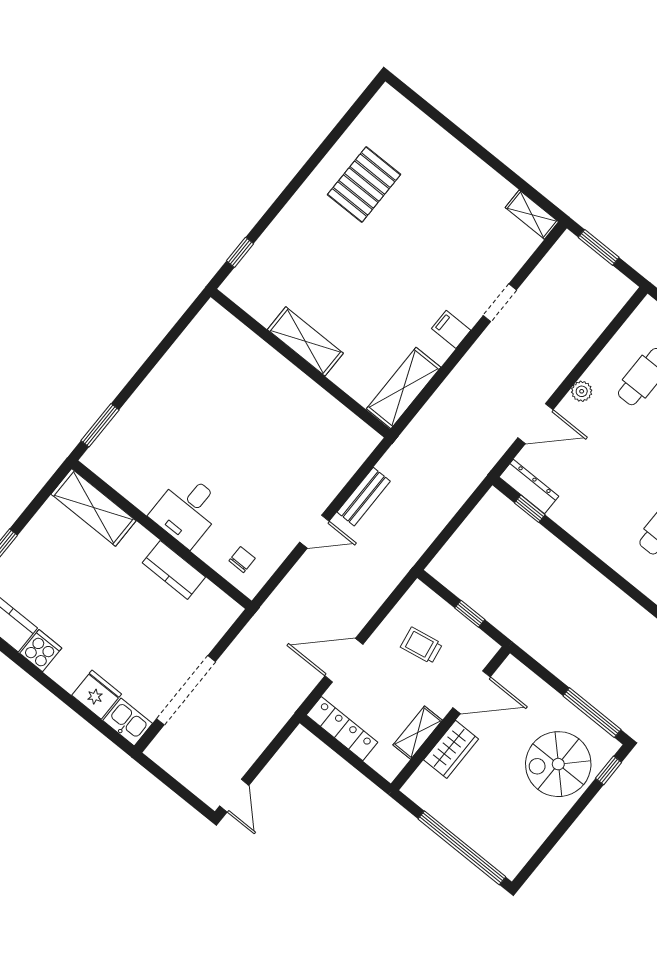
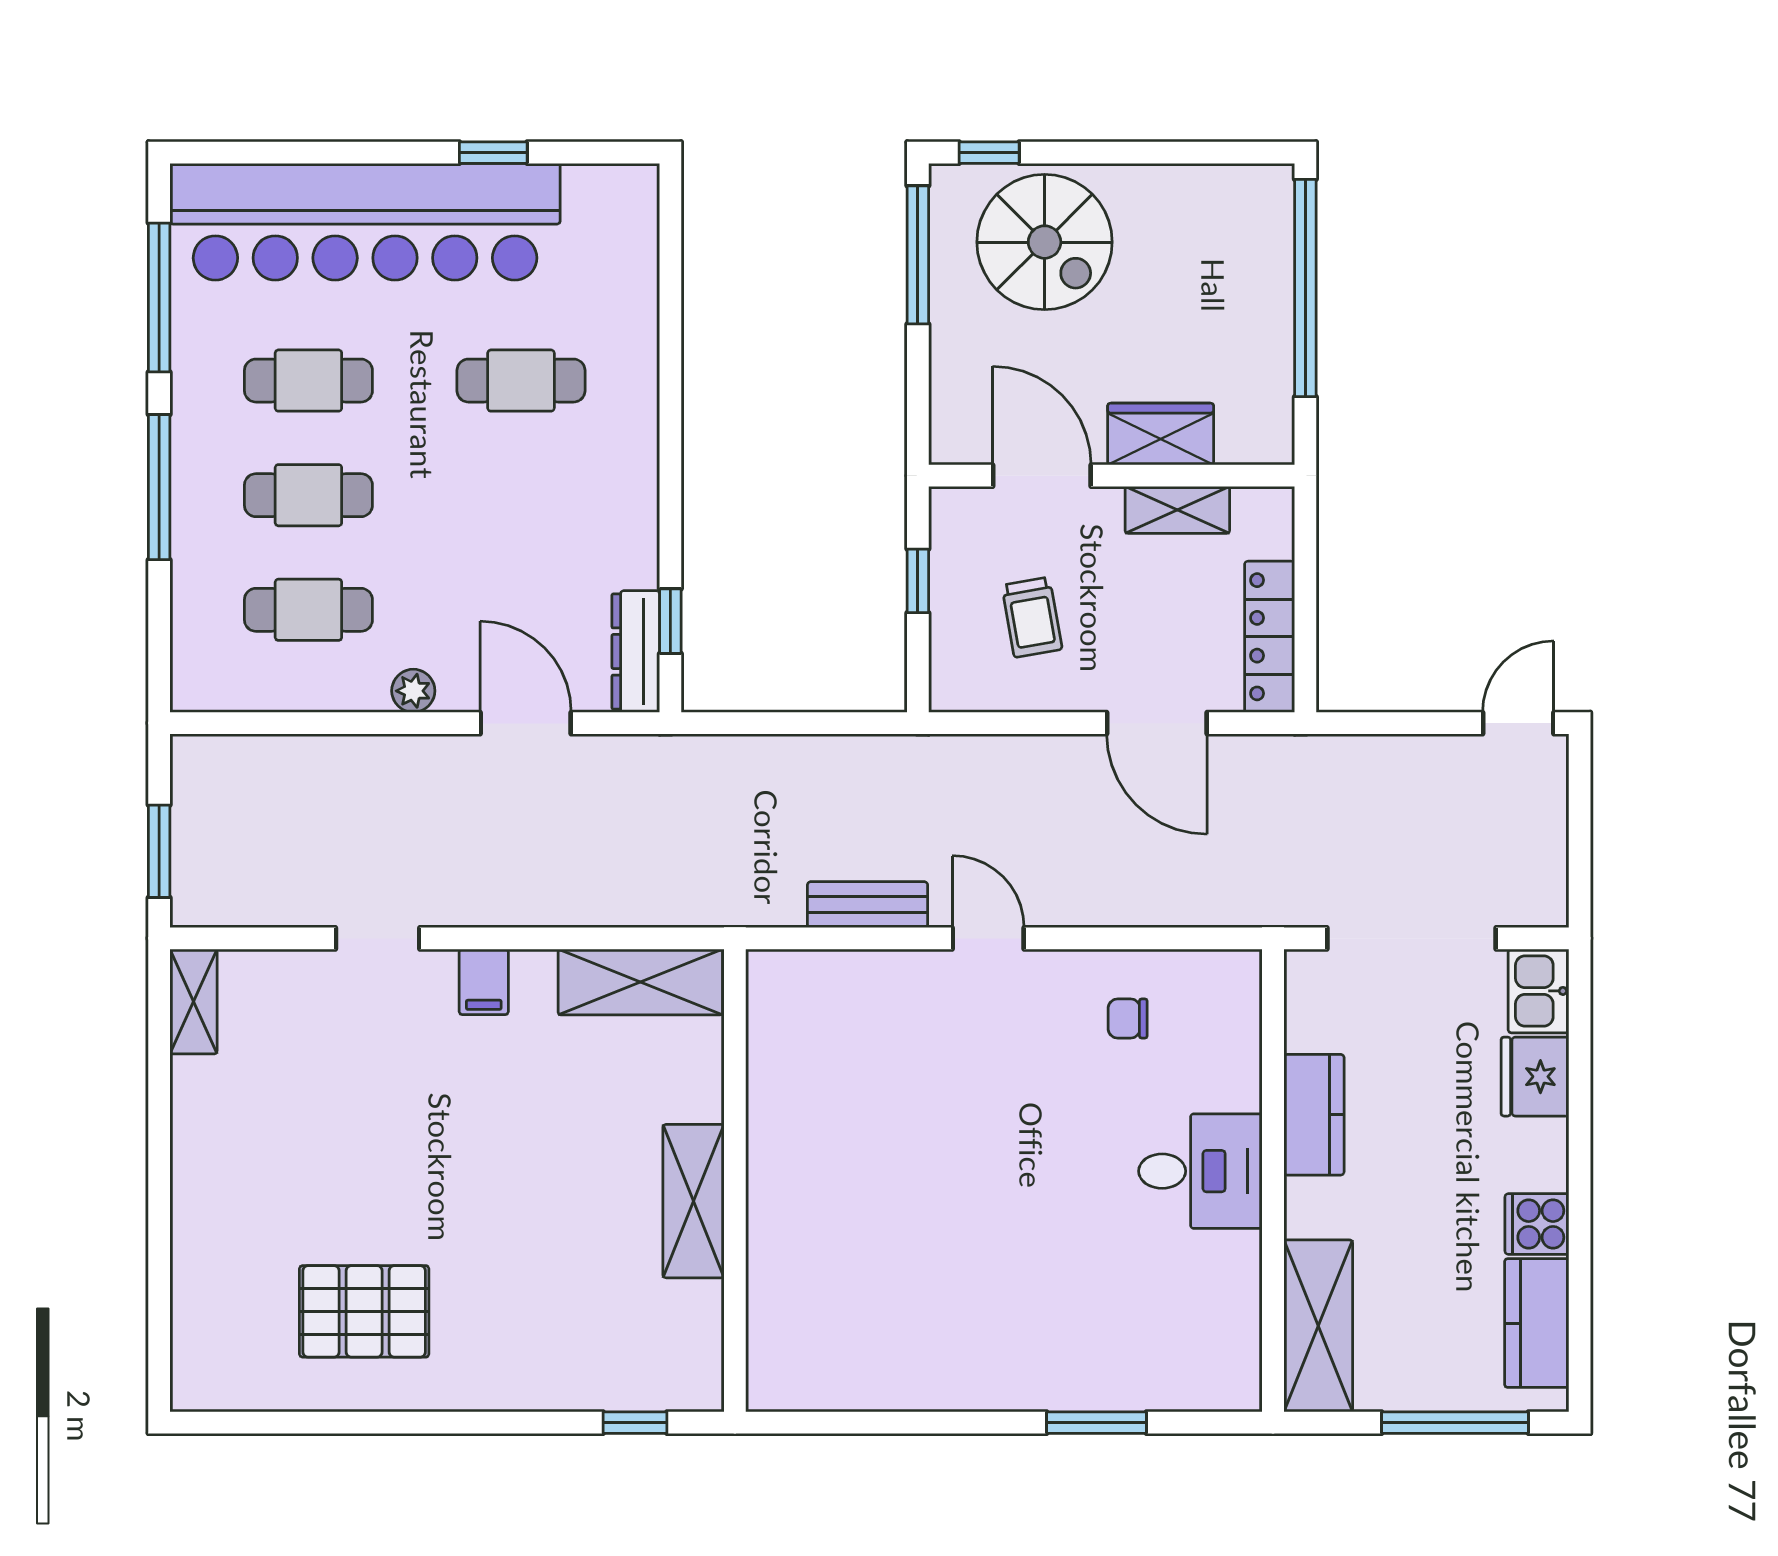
shelving: (93, 507) -> (1318, 1326), moved
desk: (187, 510) -> (1200, 1171), moved
wall: (162, 535) -> (1273, 1180), moved
kitchen counter: (174, 570) -> (1314, 1115), moved

